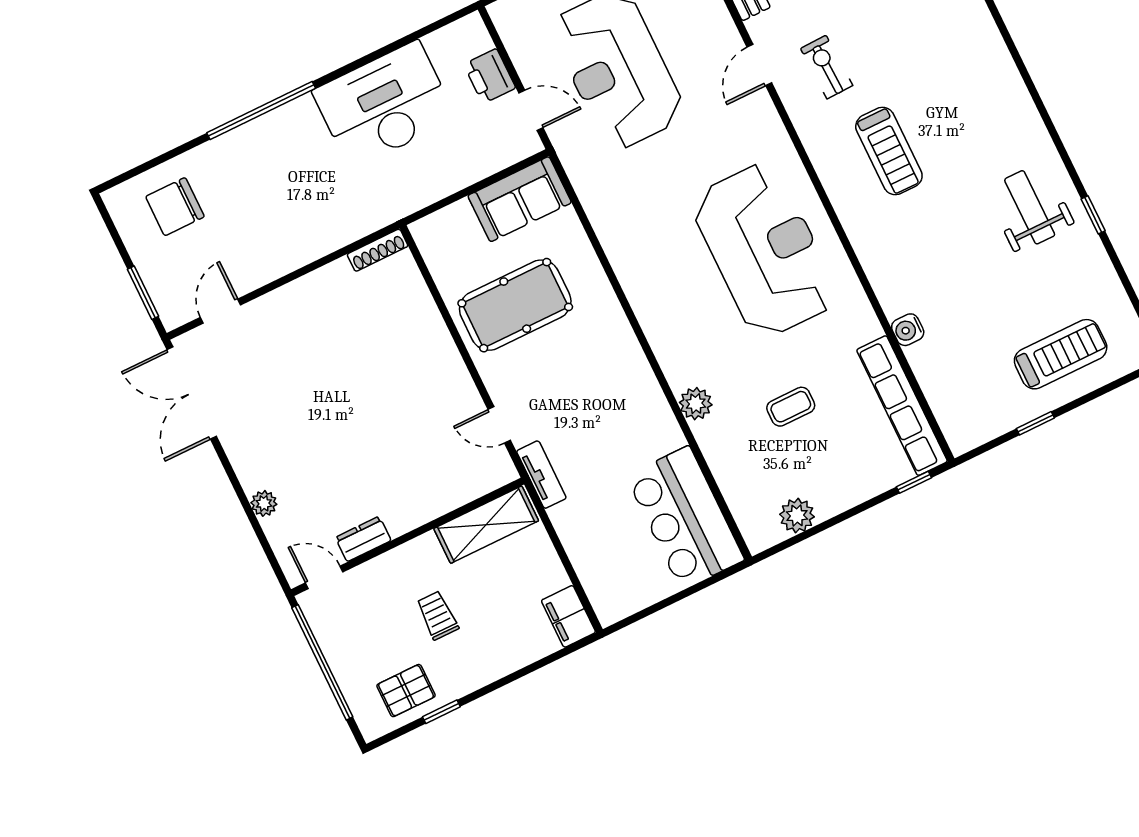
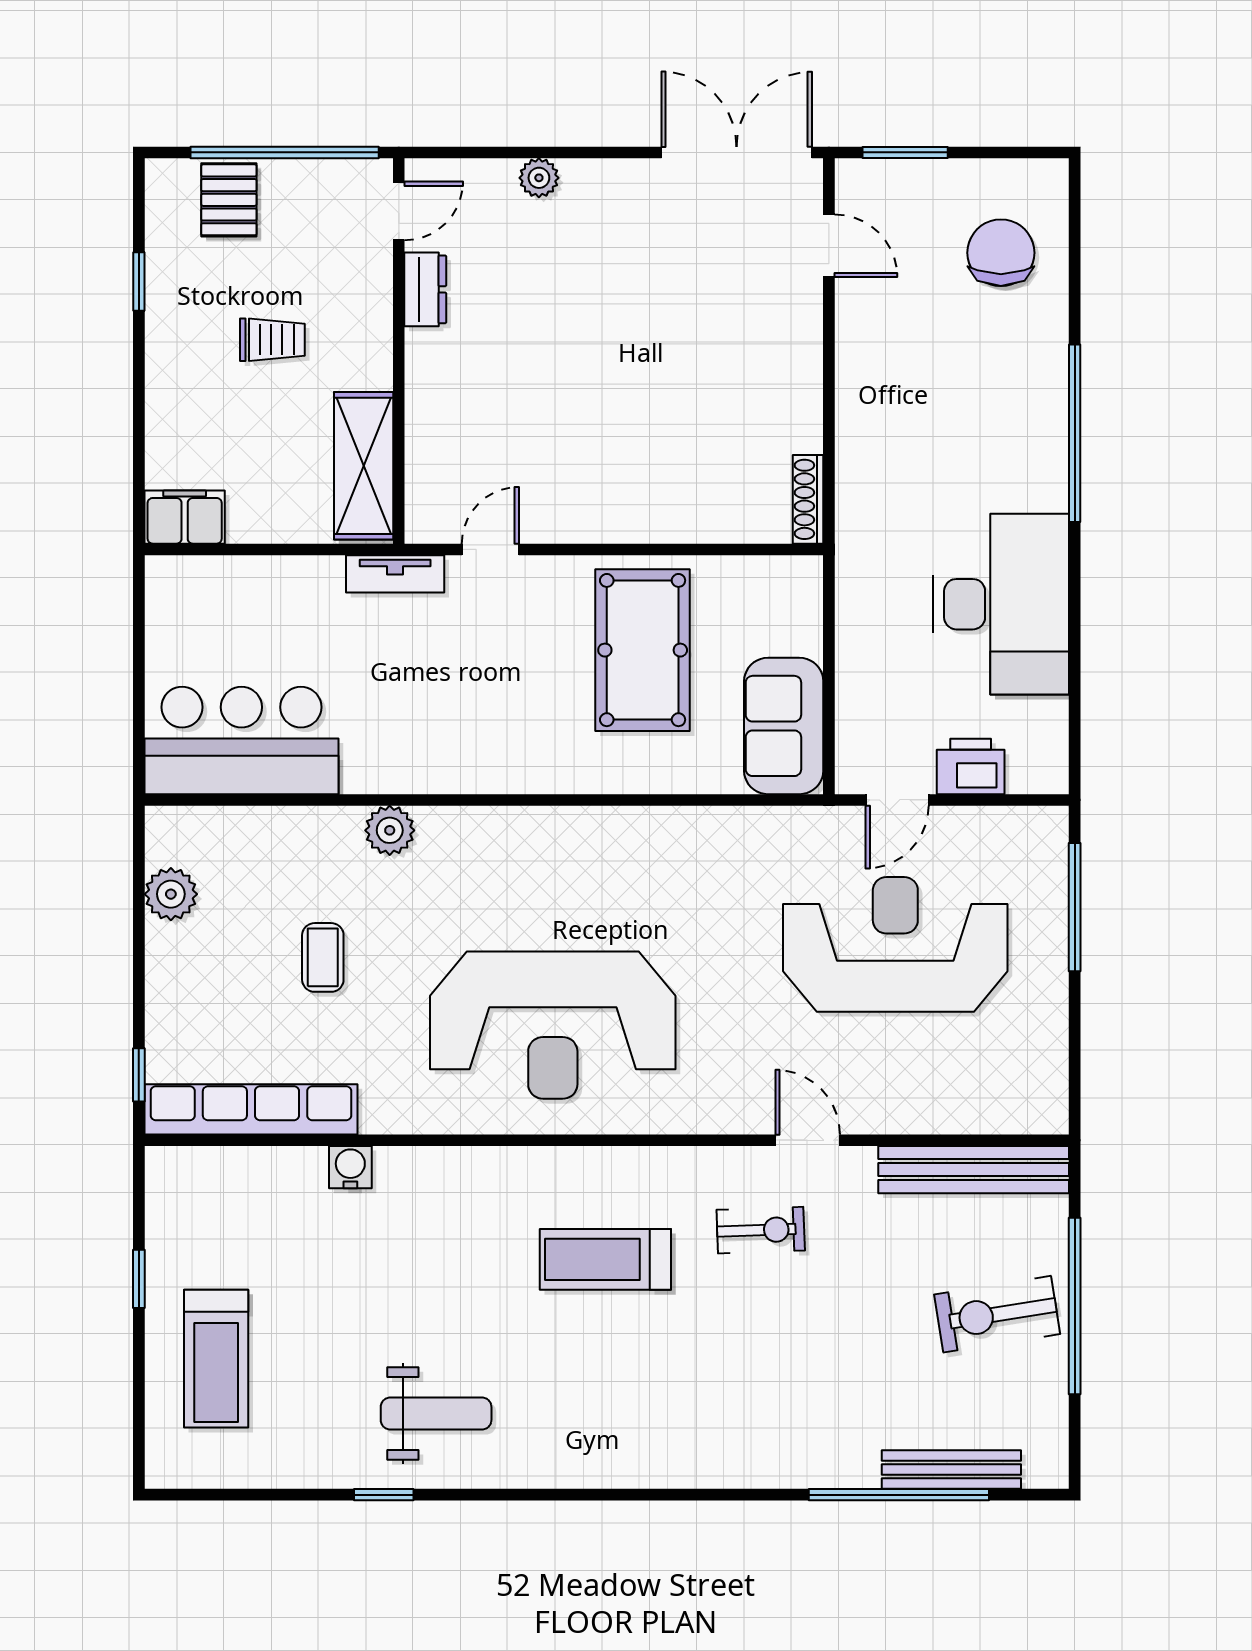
pallet: (406, 691) -> (229, 200), moved

